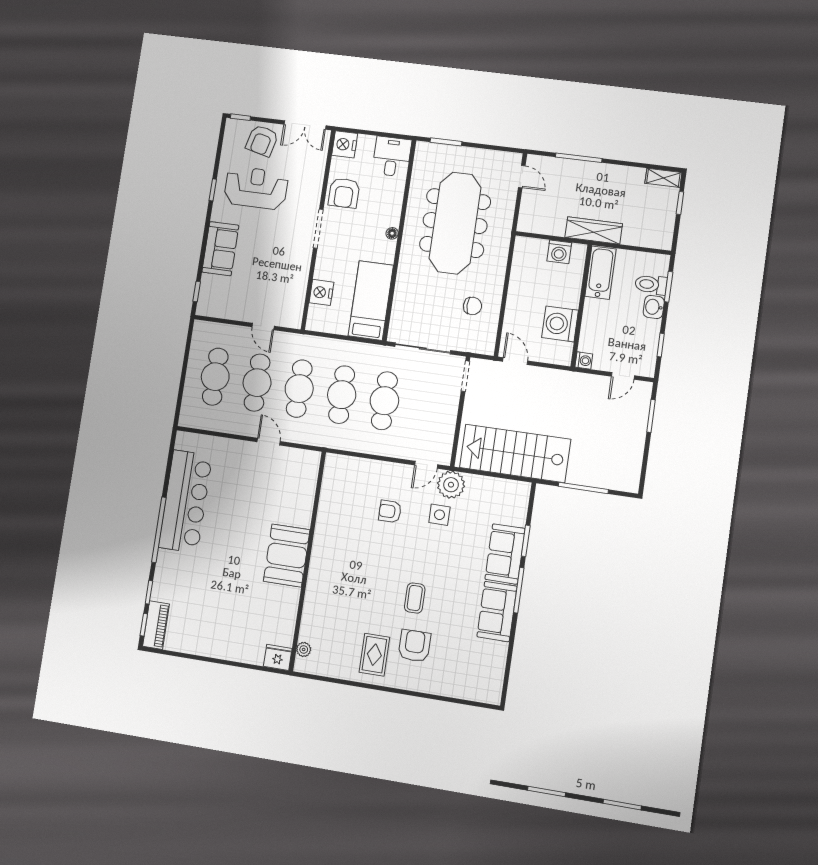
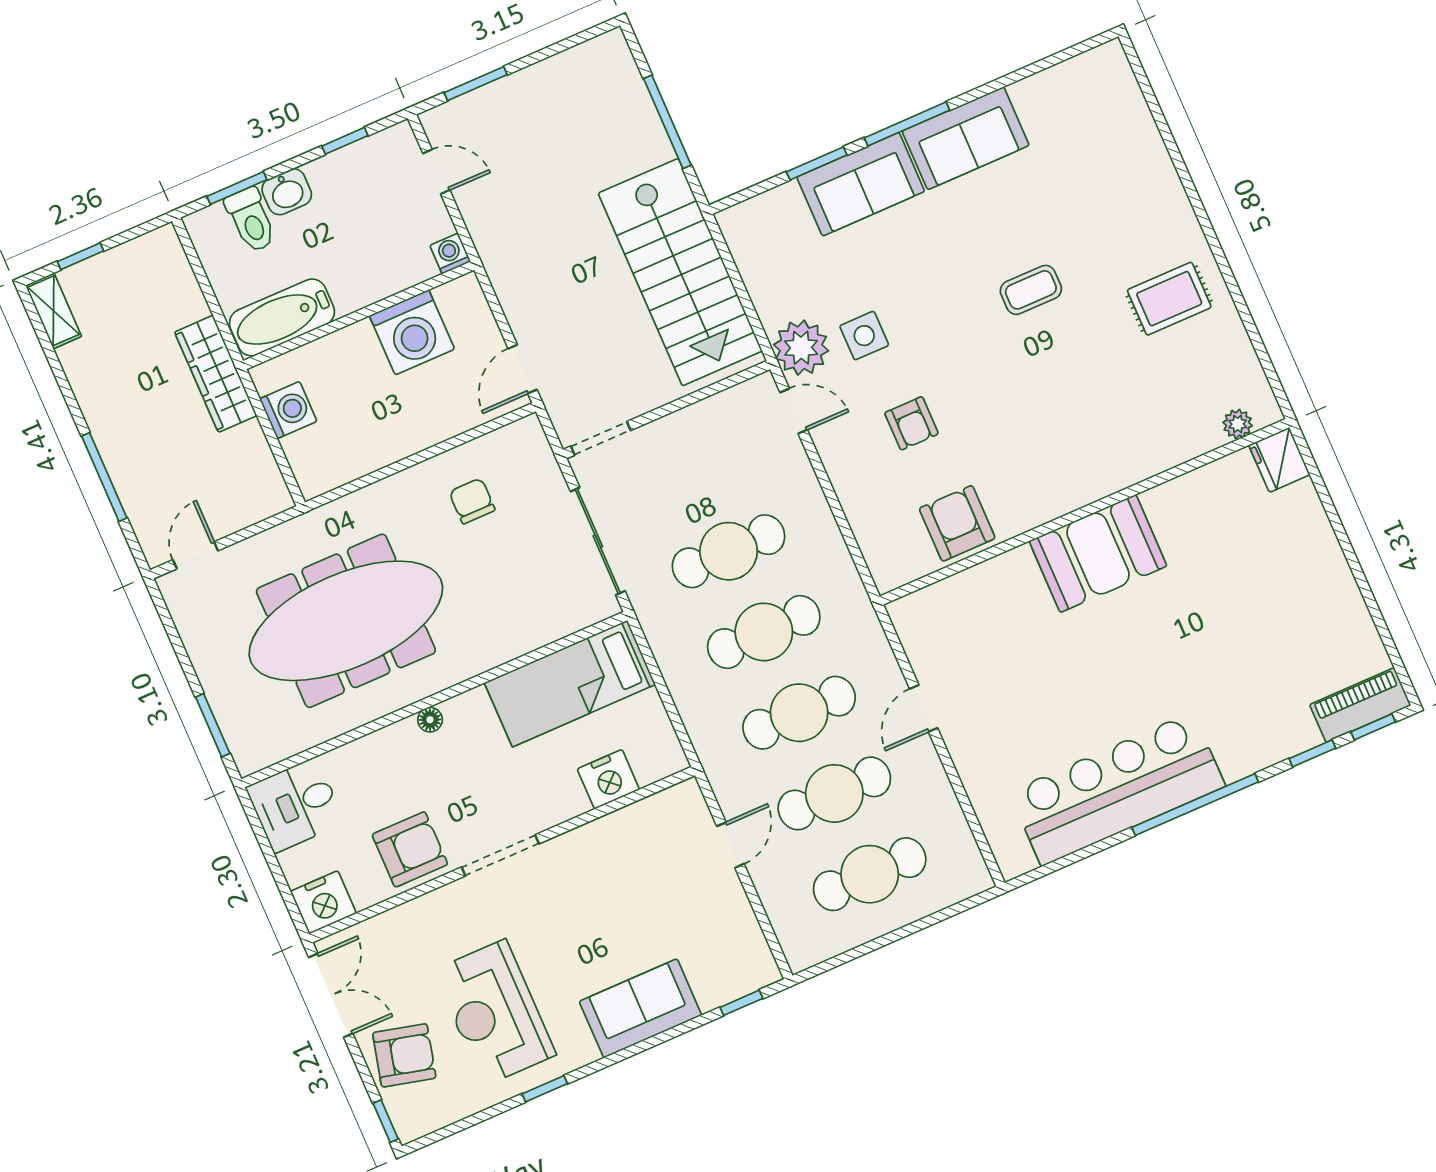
armchair: (415, 646) -> (957, 523), moved, turned 90

